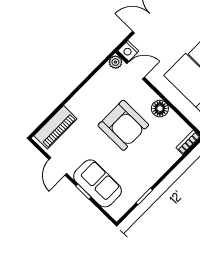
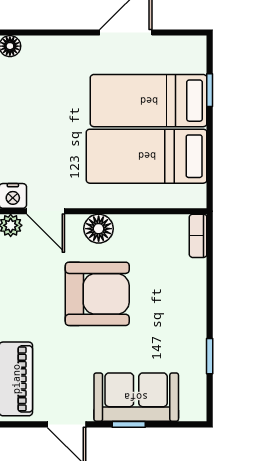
door: (136, 70) -> (46, 211), swing flipped
floor lamp: (160, 109) -> (99, 229), moved

